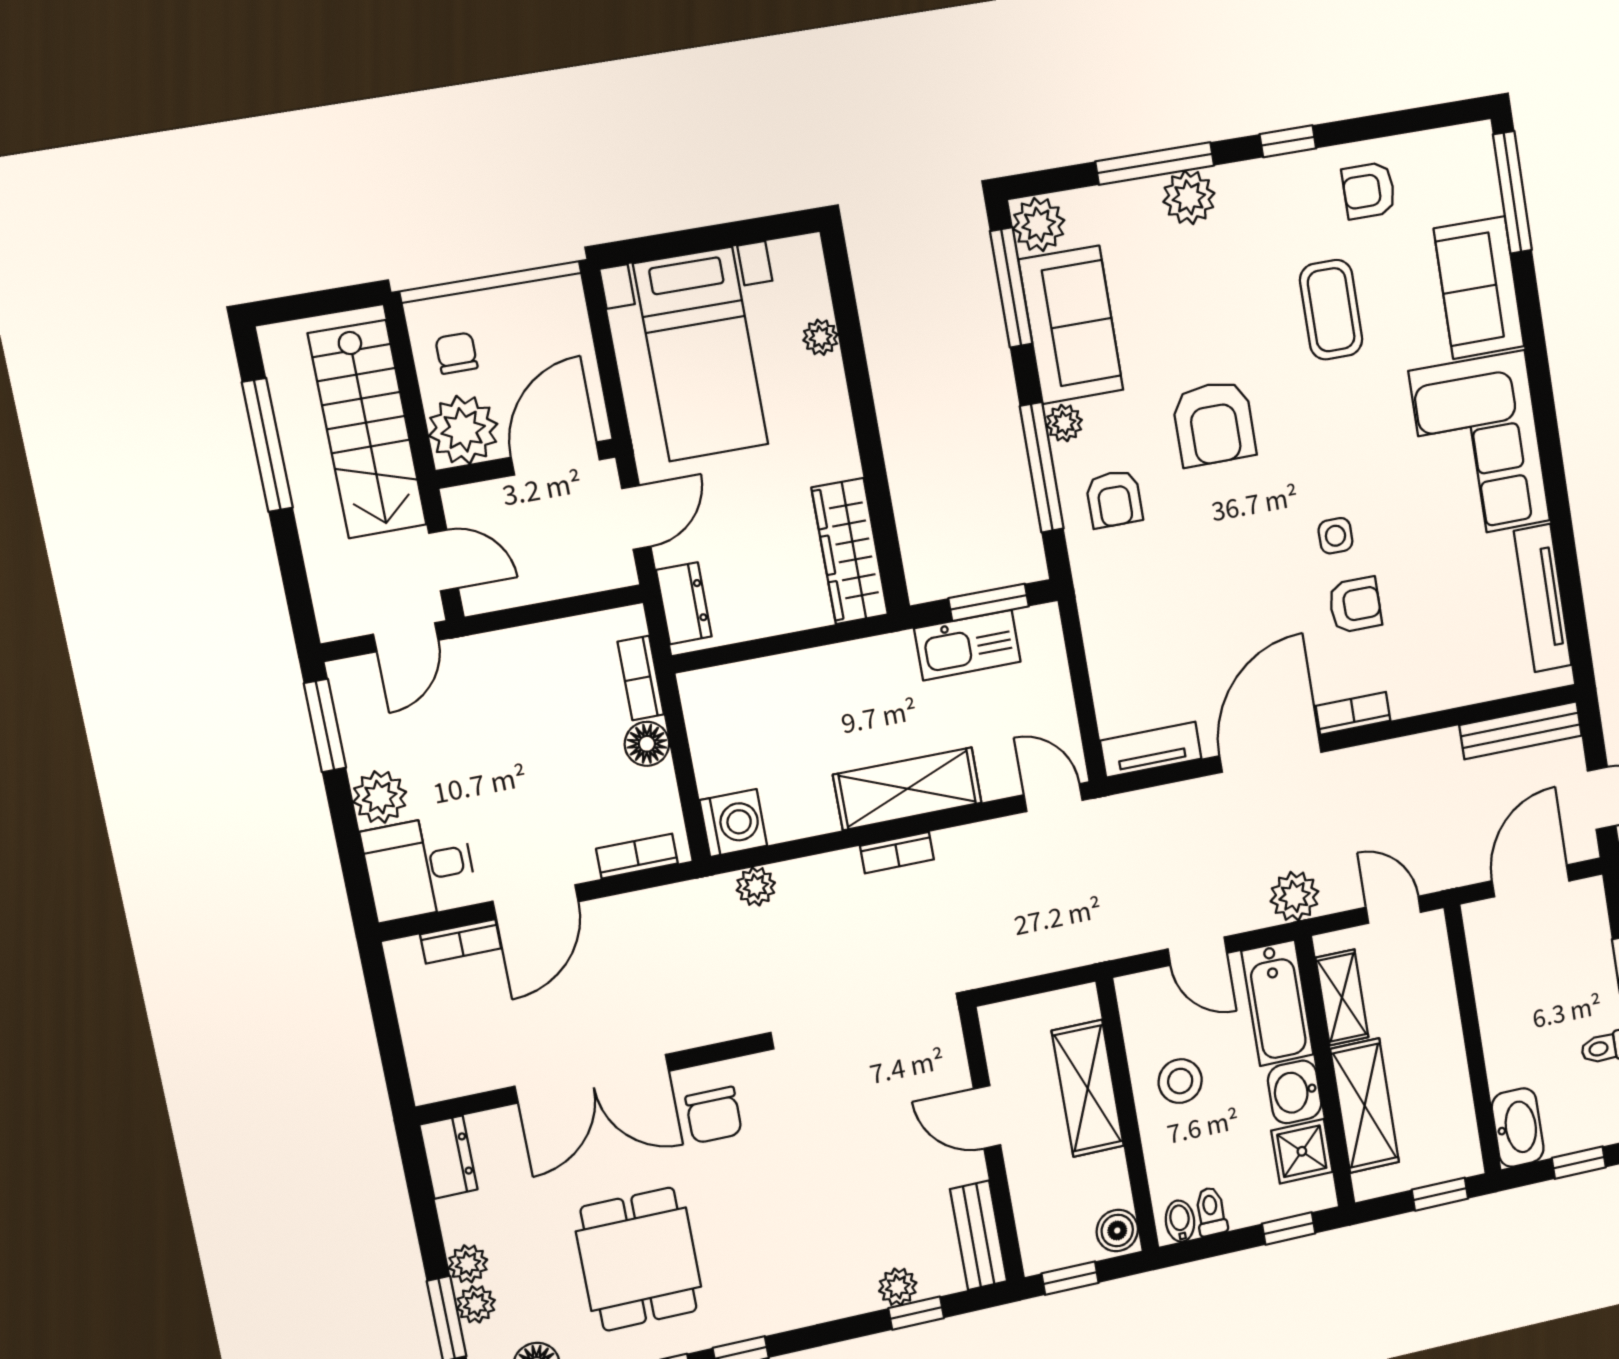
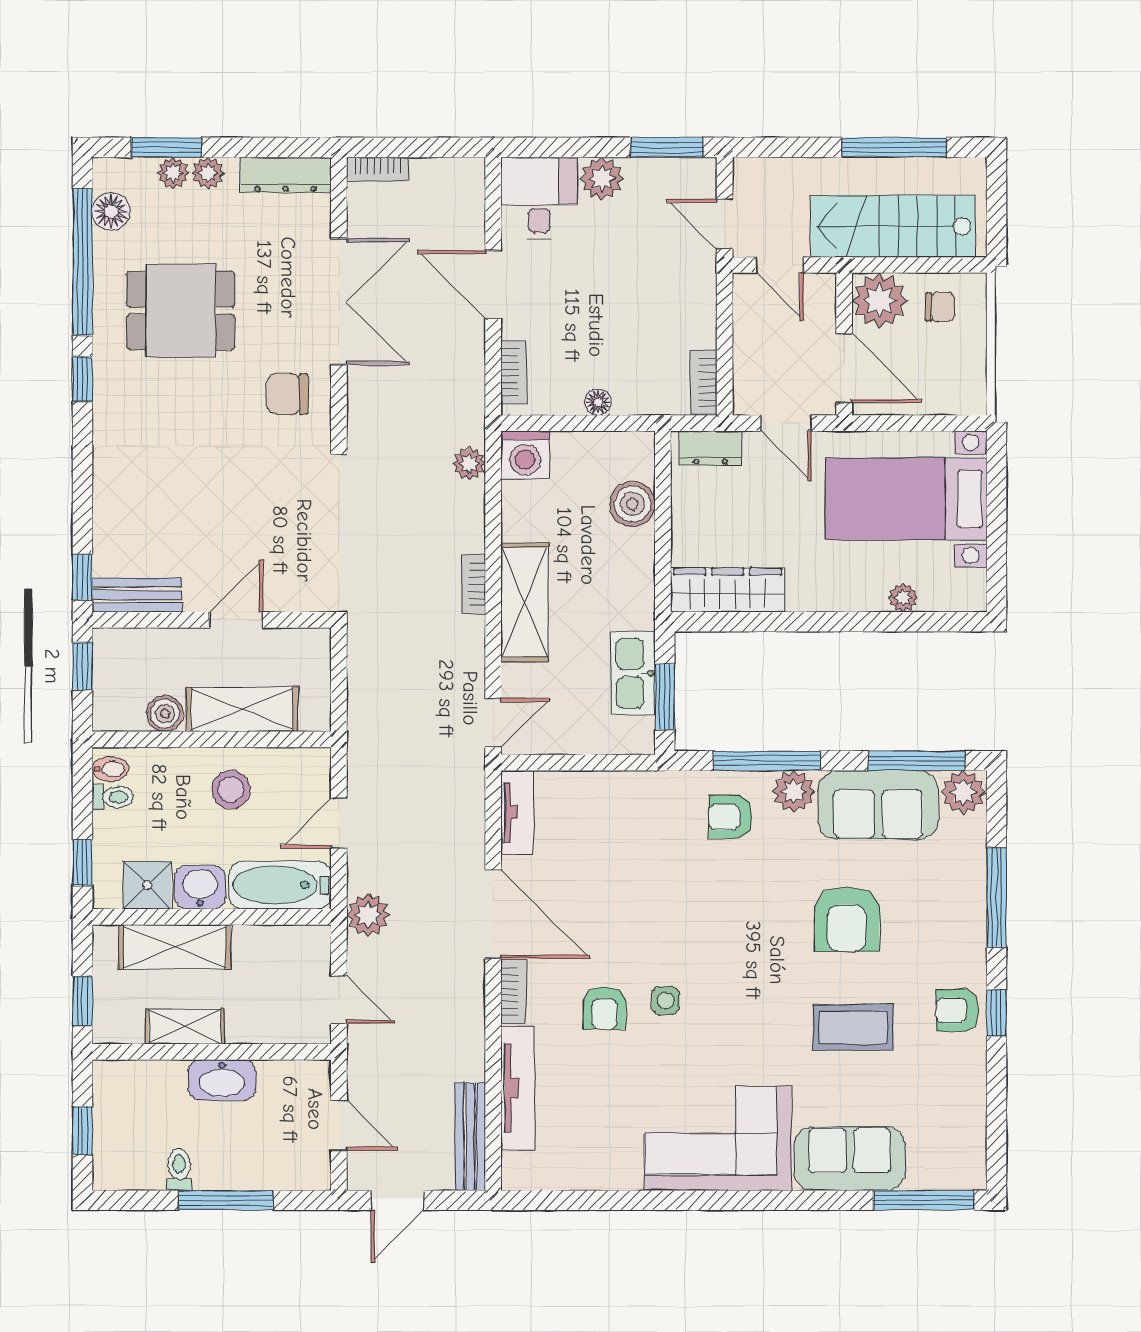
armchair: (1369, 191) -> (957, 1010), moved, turned -90
plant: (1189, 197) -> (965, 922), removed
plant: (1064, 423) -> (794, 791), width x1.38, depth x1.38
armchair: (1214, 423) -> (847, 919), moved, turned -90
door: (444, 561) -> (780, 265), hinge flipped
tv unit: (1543, 598) -> (518, 1088), moved, turned 90
bookcase: (641, 678) -> (704, 383), moved, turned -90
boiler: (768, 684) -> (632, 504), added
floor lamp: (647, 744) -> (598, 402), width x0.73, depth x0.73
door: (1531, 881) -> (339, 1125), width x0.73
door: (1393, 910) -> (339, 1000), hinge flipped
bookcase: (461, 941) -> (377, 169), moved, turned -90
shelving: (1342, 997) -> (185, 1027), moved
double door: (592, 1079) -> (339, 302), swing flipped
washbasin: (1518, 1128) -> (222, 1080), moved
dresser: (448, 1157) -> (286, 175), width x1.44
boiler: (1117, 1231) -> (165, 714), moved
plant: (898, 1287) -> (108, 519), removed
window: (916, 1313) -> (82, 577), moved

